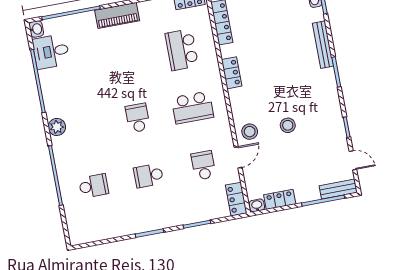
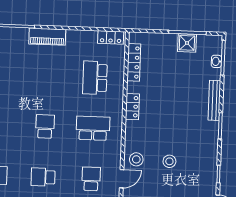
school desk: (193, 108) -> (93, 128), turned 180

